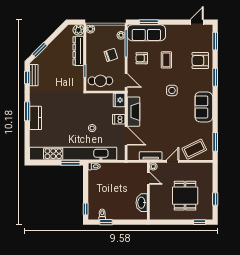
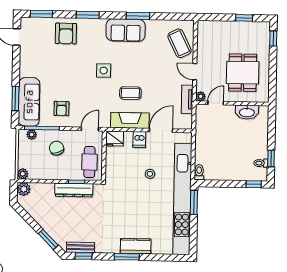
dresser: (78, 51) -> (74, 190), moved
coffee table: (166, 60) -> (130, 93), moved
window: (215, 142) -> (138, 16), moved
dining table: (185, 196) -> (243, 73), moved, turned 90

